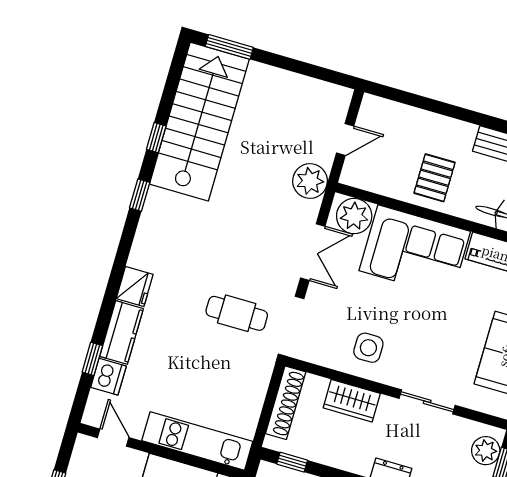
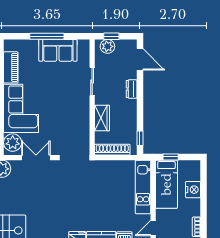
cafe table: (237, 313) -> (76, 186), removed
side table: (368, 348) -> (74, 117), removed

